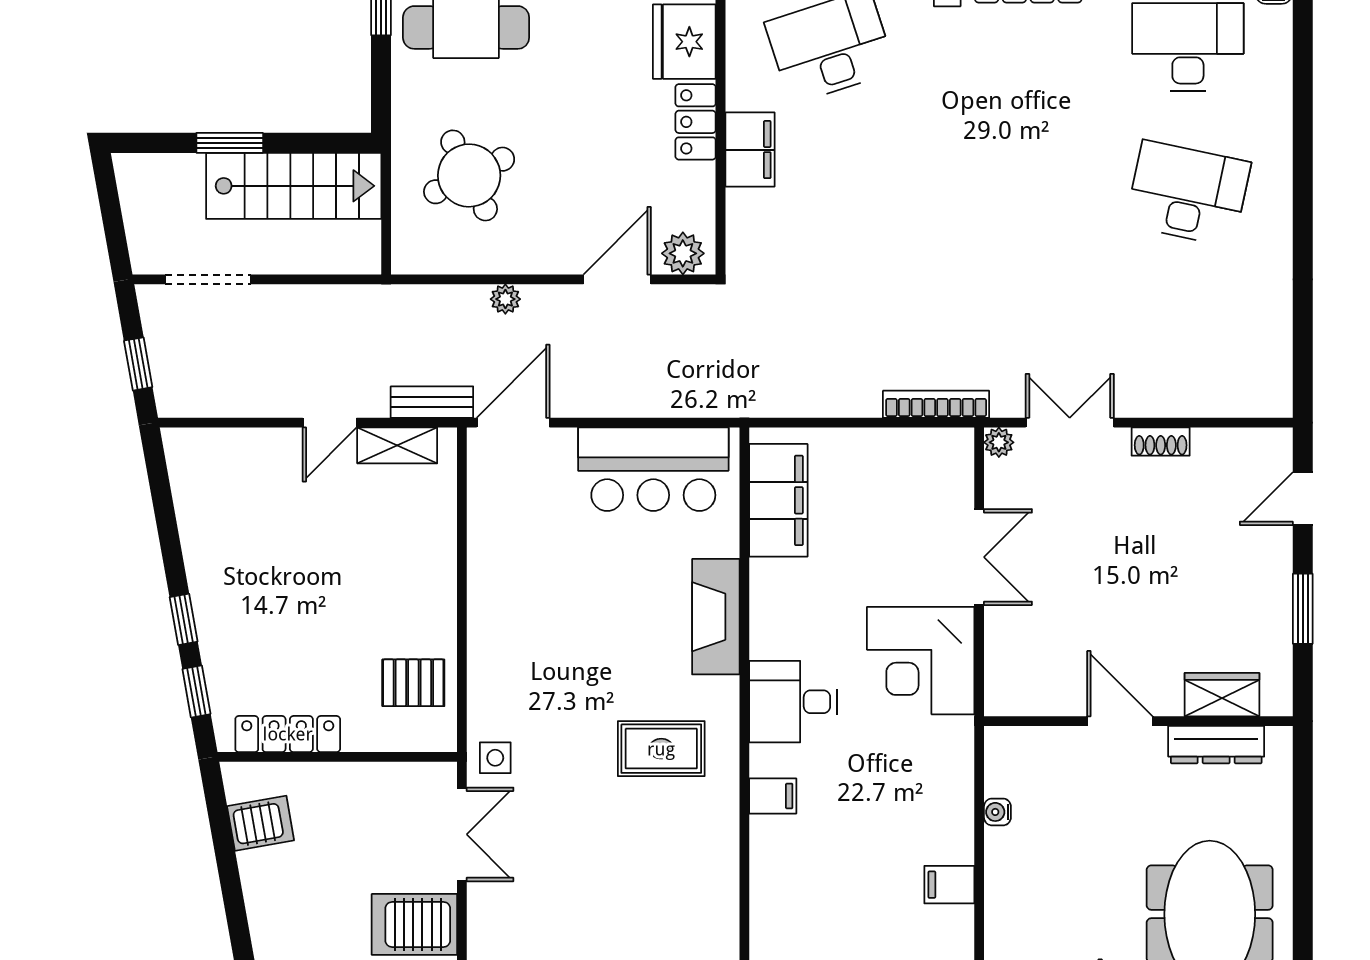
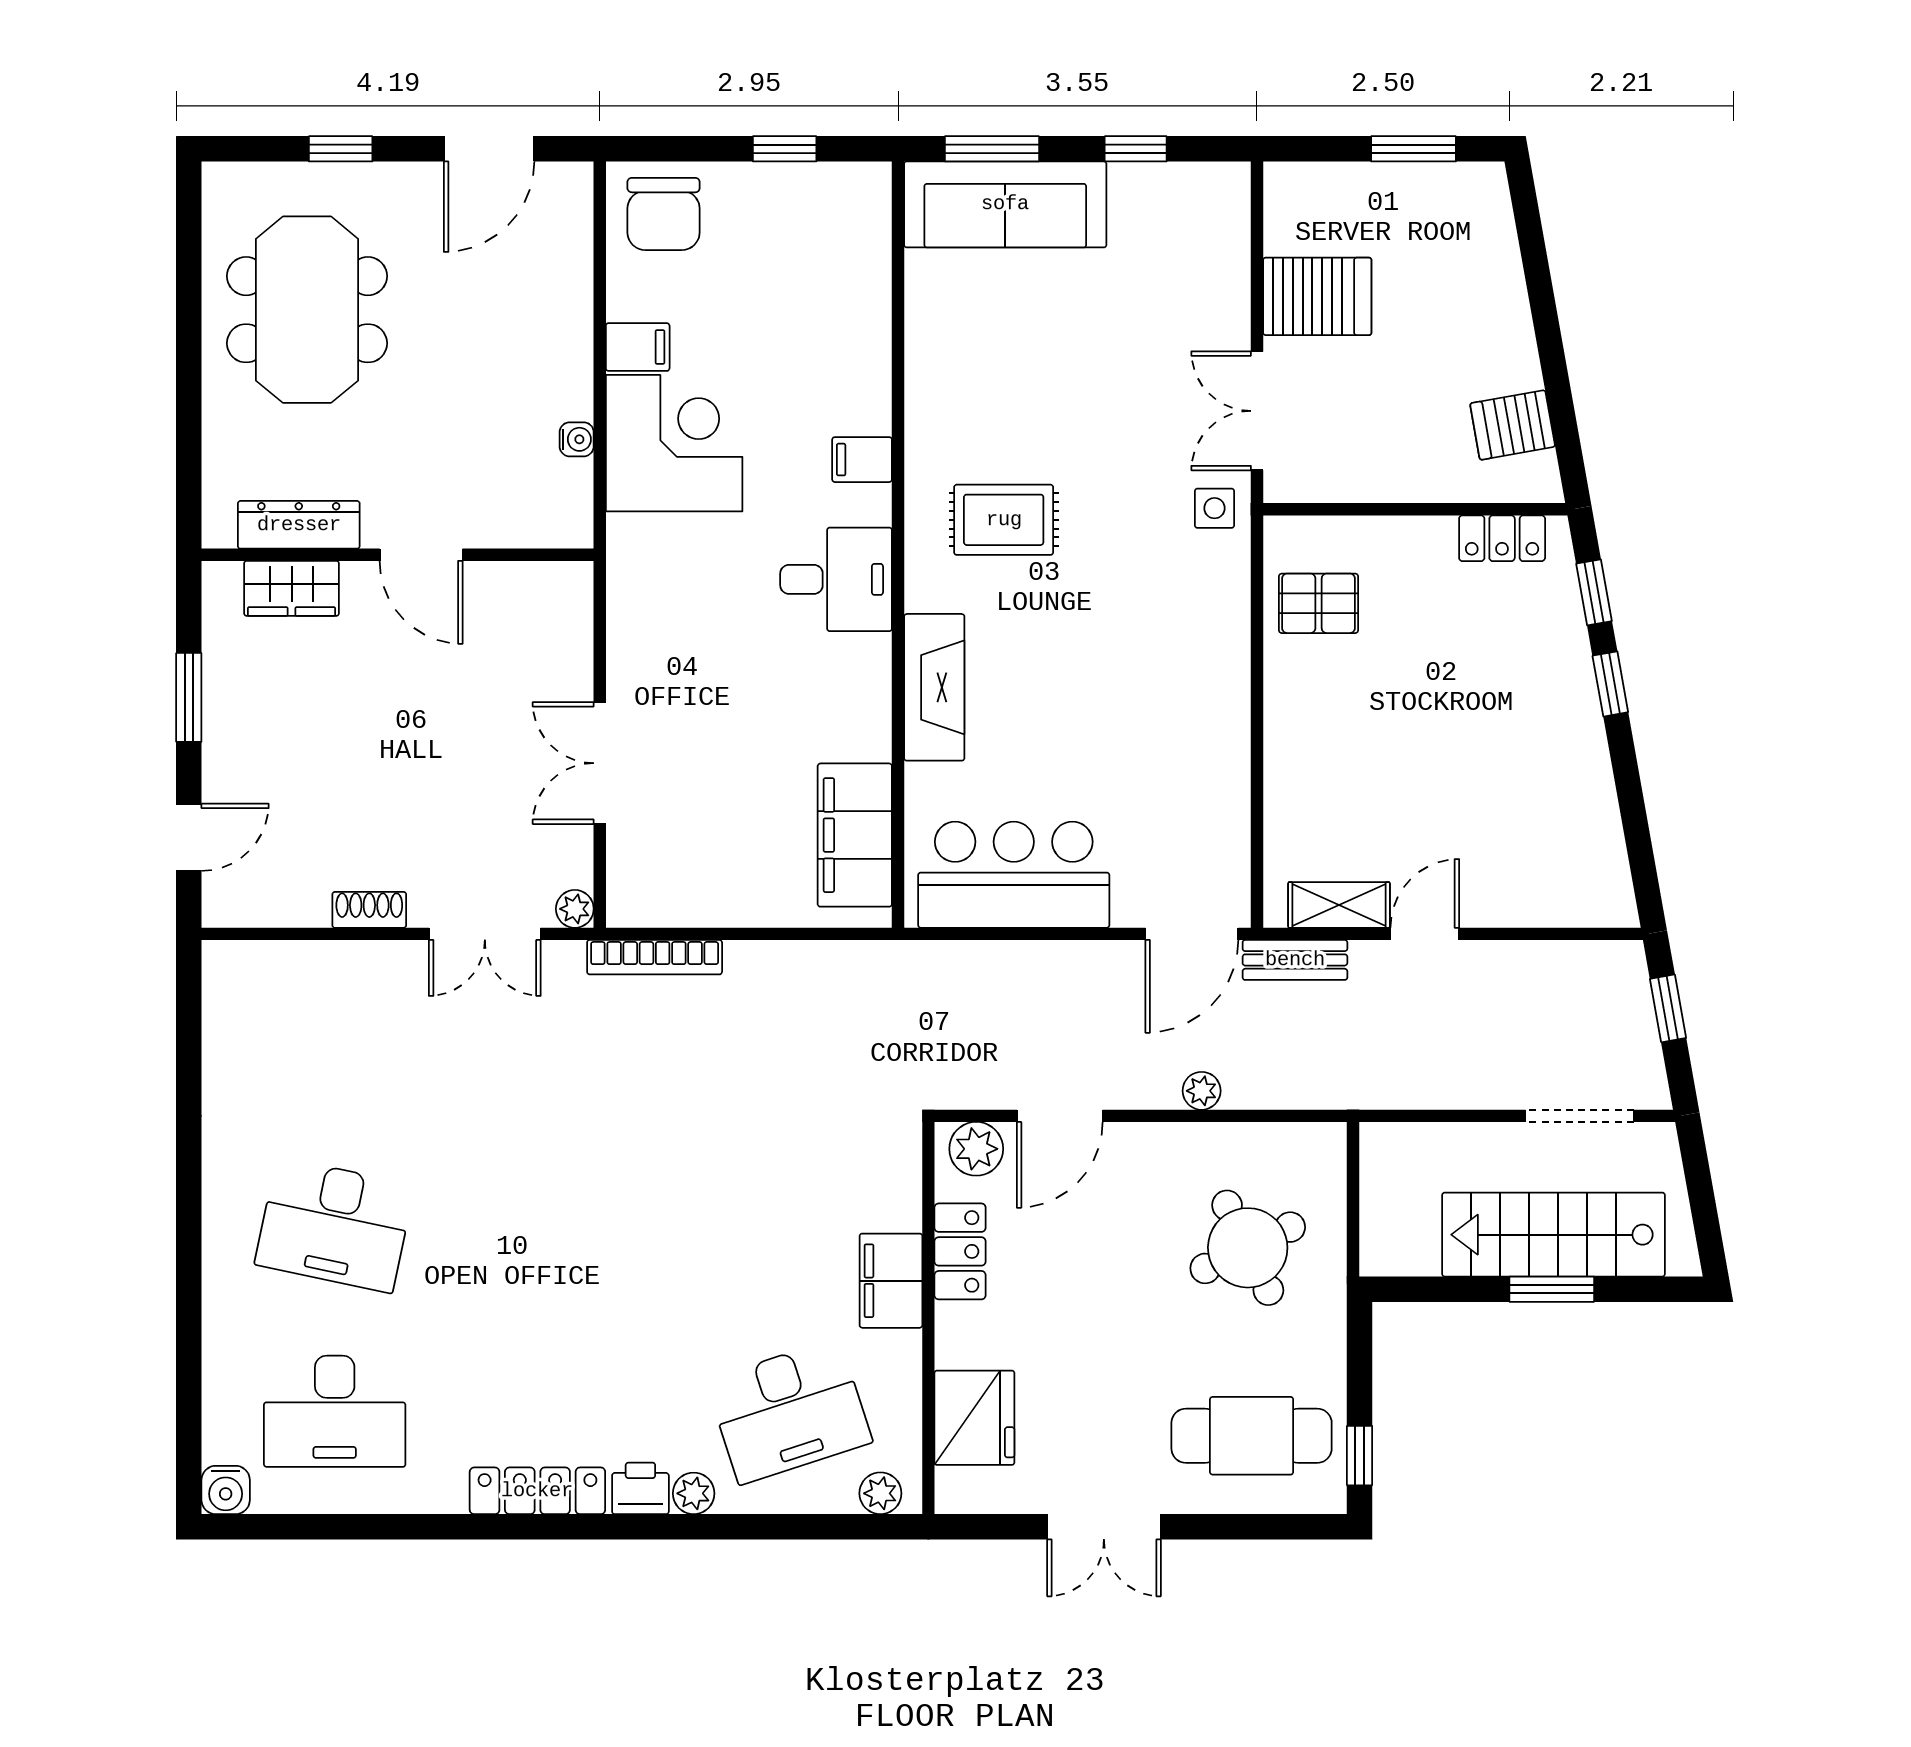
locker: (696, 122) -> (960, 1251), moved
stairs: (294, 186) -> (1553, 1235), moved
corner desk: (921, 661) -> (674, 443), moved
locker: (288, 734) -> (1502, 538), width x0.66

